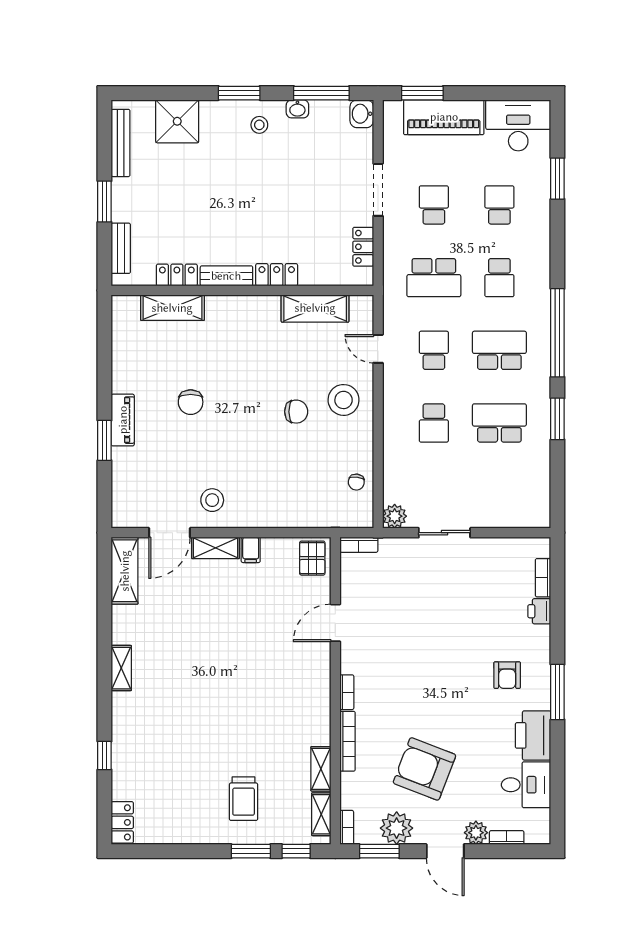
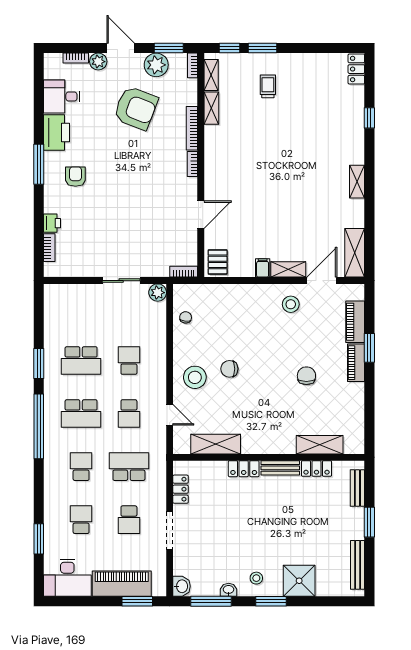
shower: (177, 121) -> (299, 581), moved
school desk: (499, 205) -> (81, 520), turned 180
piano: (124, 476) -> (355, 322), added
trolley: (244, 799) -> (268, 86), width x0.73, depth x0.72

